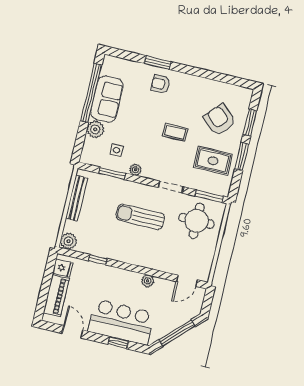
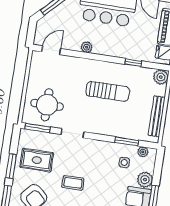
plant: (136, 170) -> (143, 152), moved
sun lounger: (140, 217) -> (108, 91), moved

